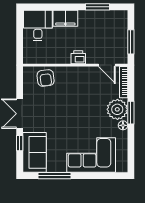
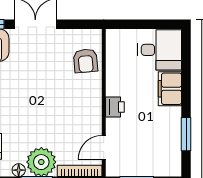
armchair: (46, 78) -> (86, 61), turned -88

